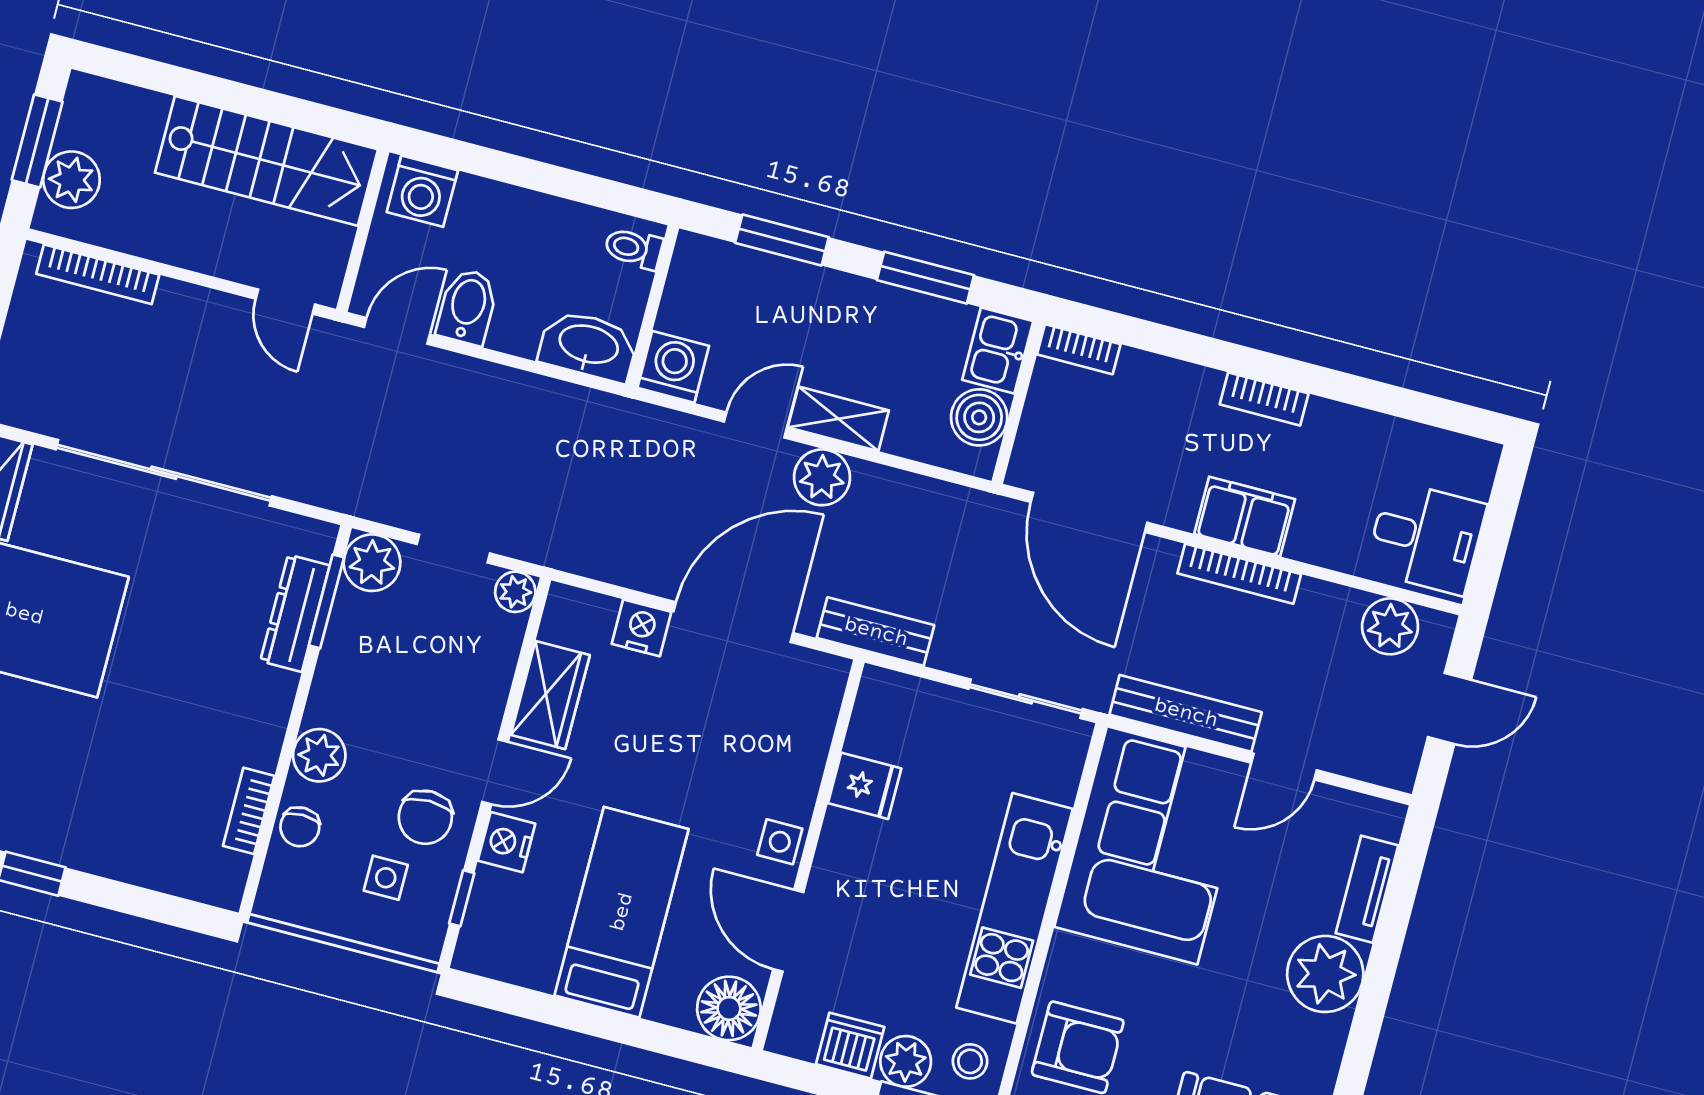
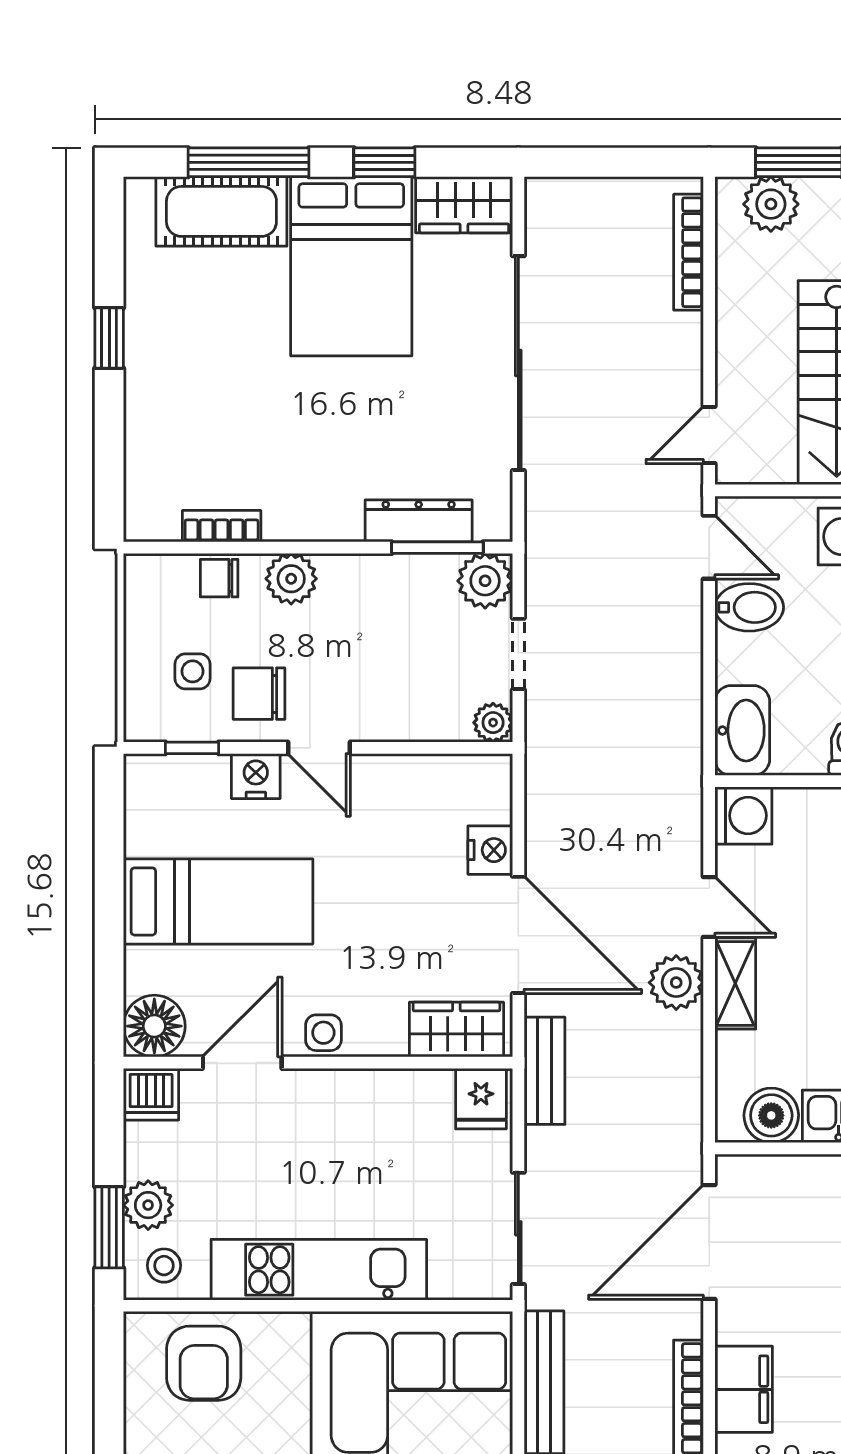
wardrobe: (550, 695) -> (456, 1030), moved, turned 180
fridge: (865, 786) -> (481, 1099), moved
dishwasher: (850, 1046) -> (151, 1094), moved, turned 90

